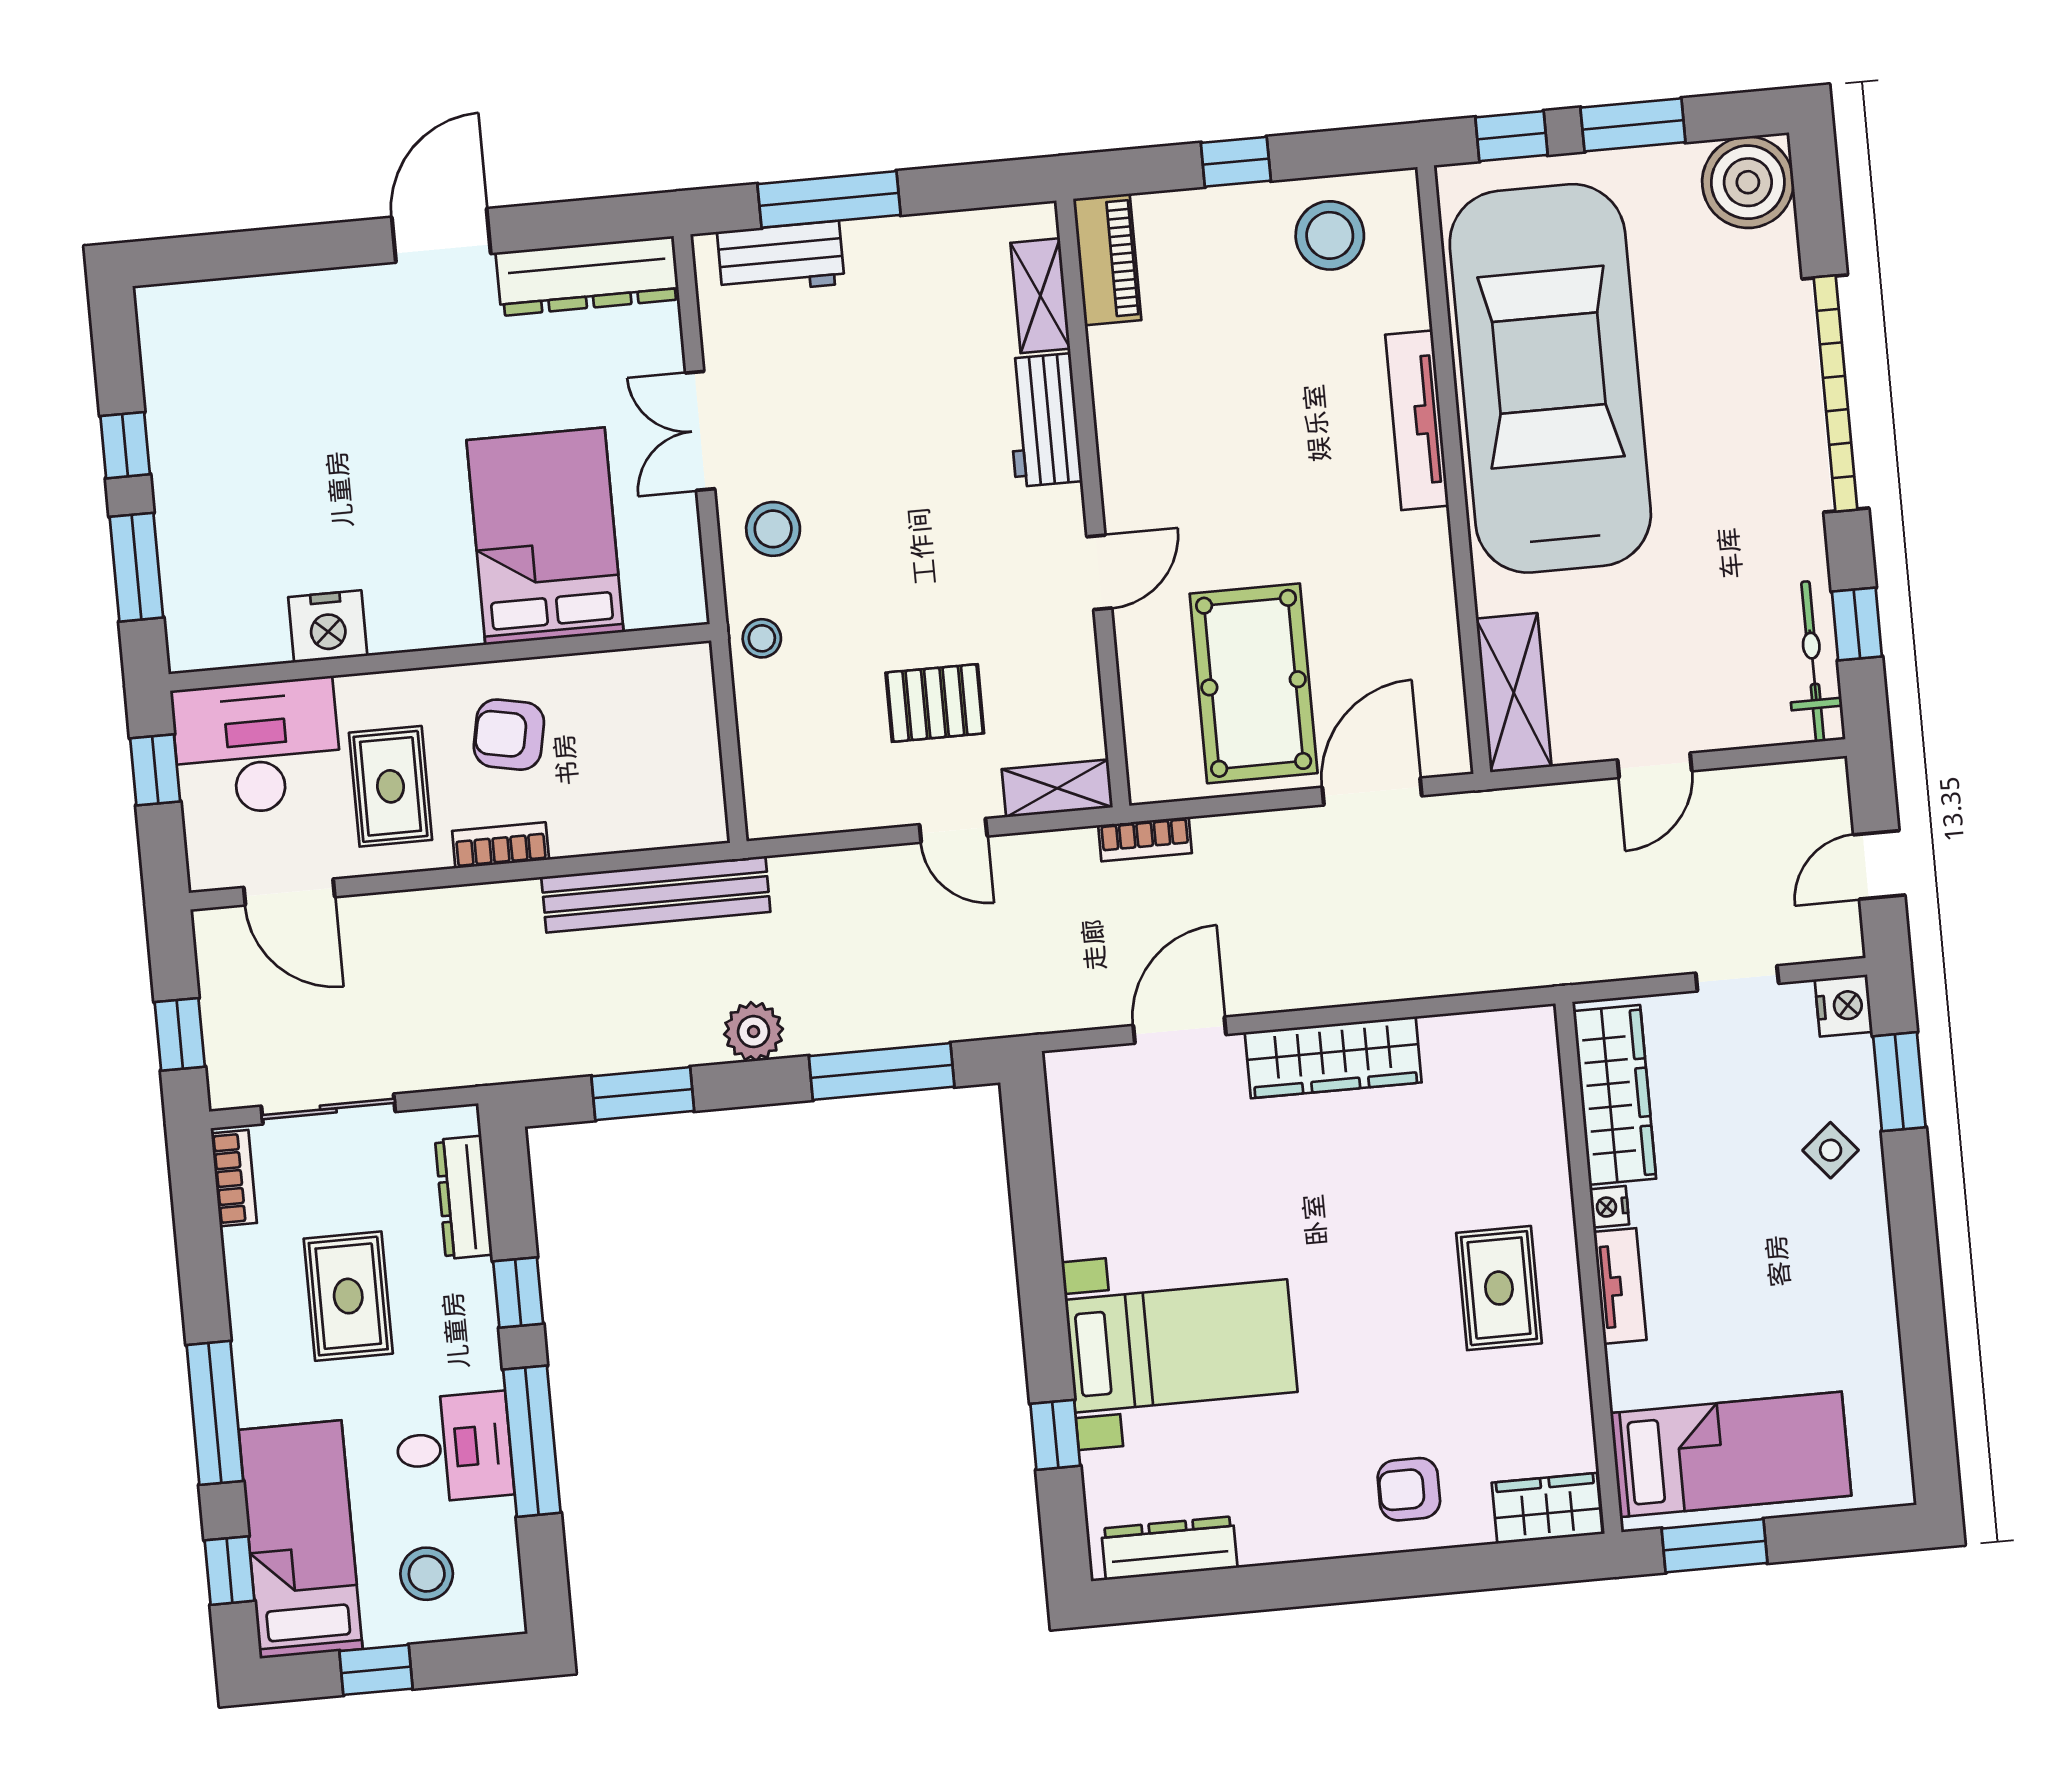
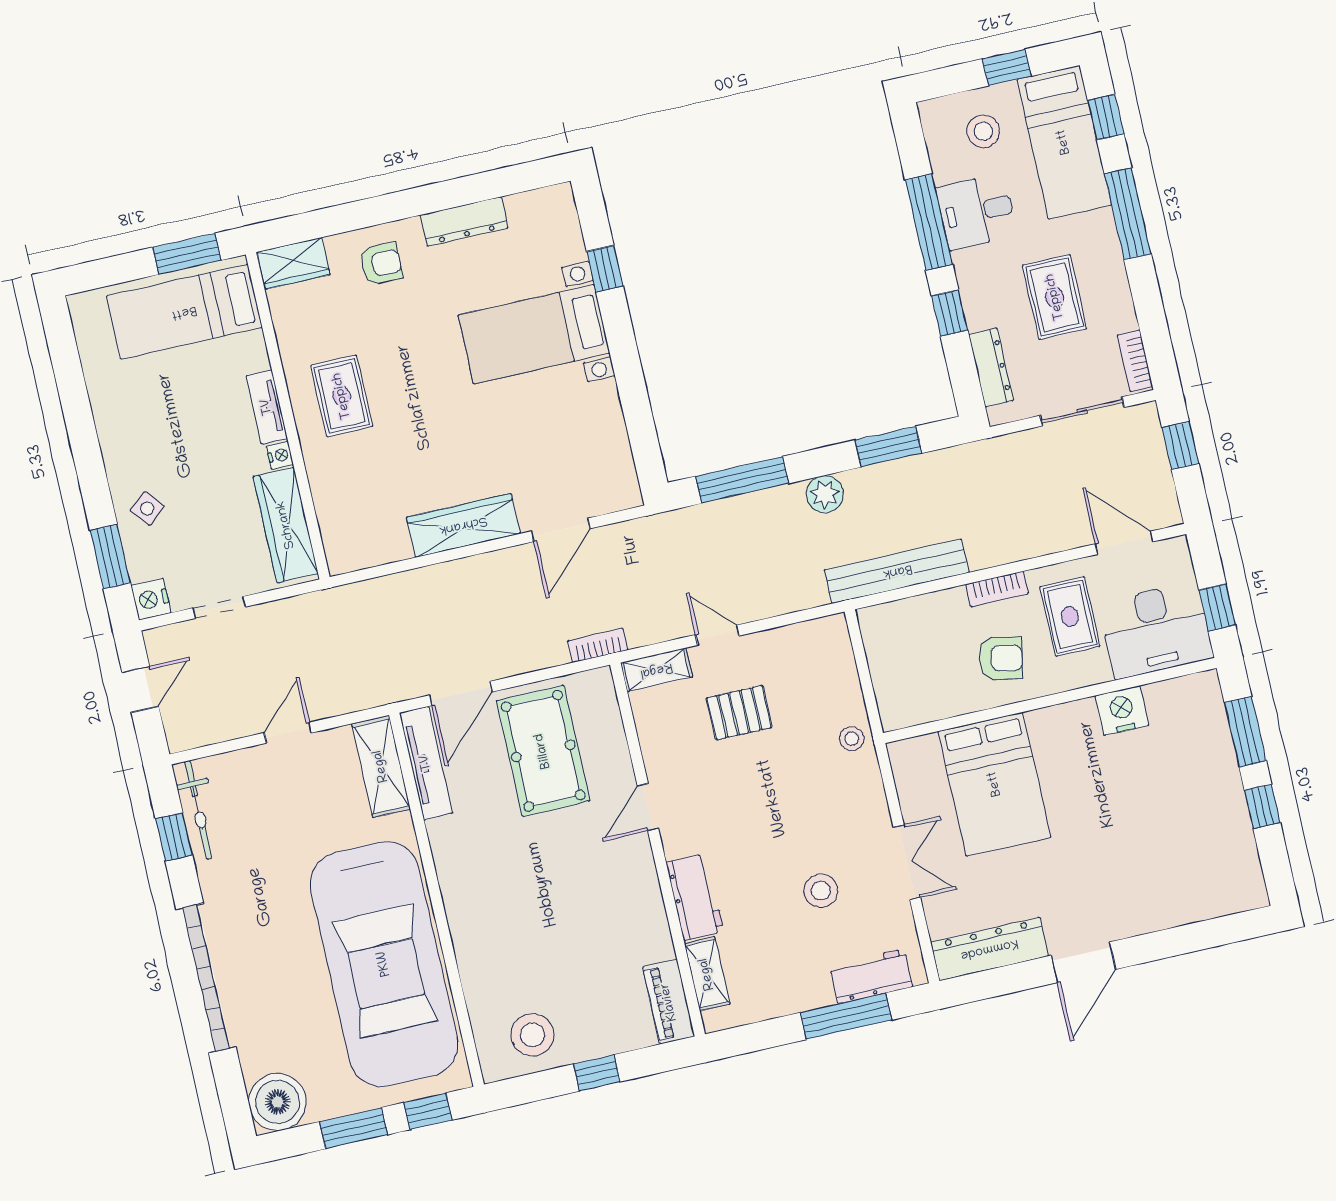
tv unit: (1417, 420) -> (426, 763), moved
stool: (773, 529) -> (821, 891), moved
dresser: (1169, 1548) -> (464, 221), moved

